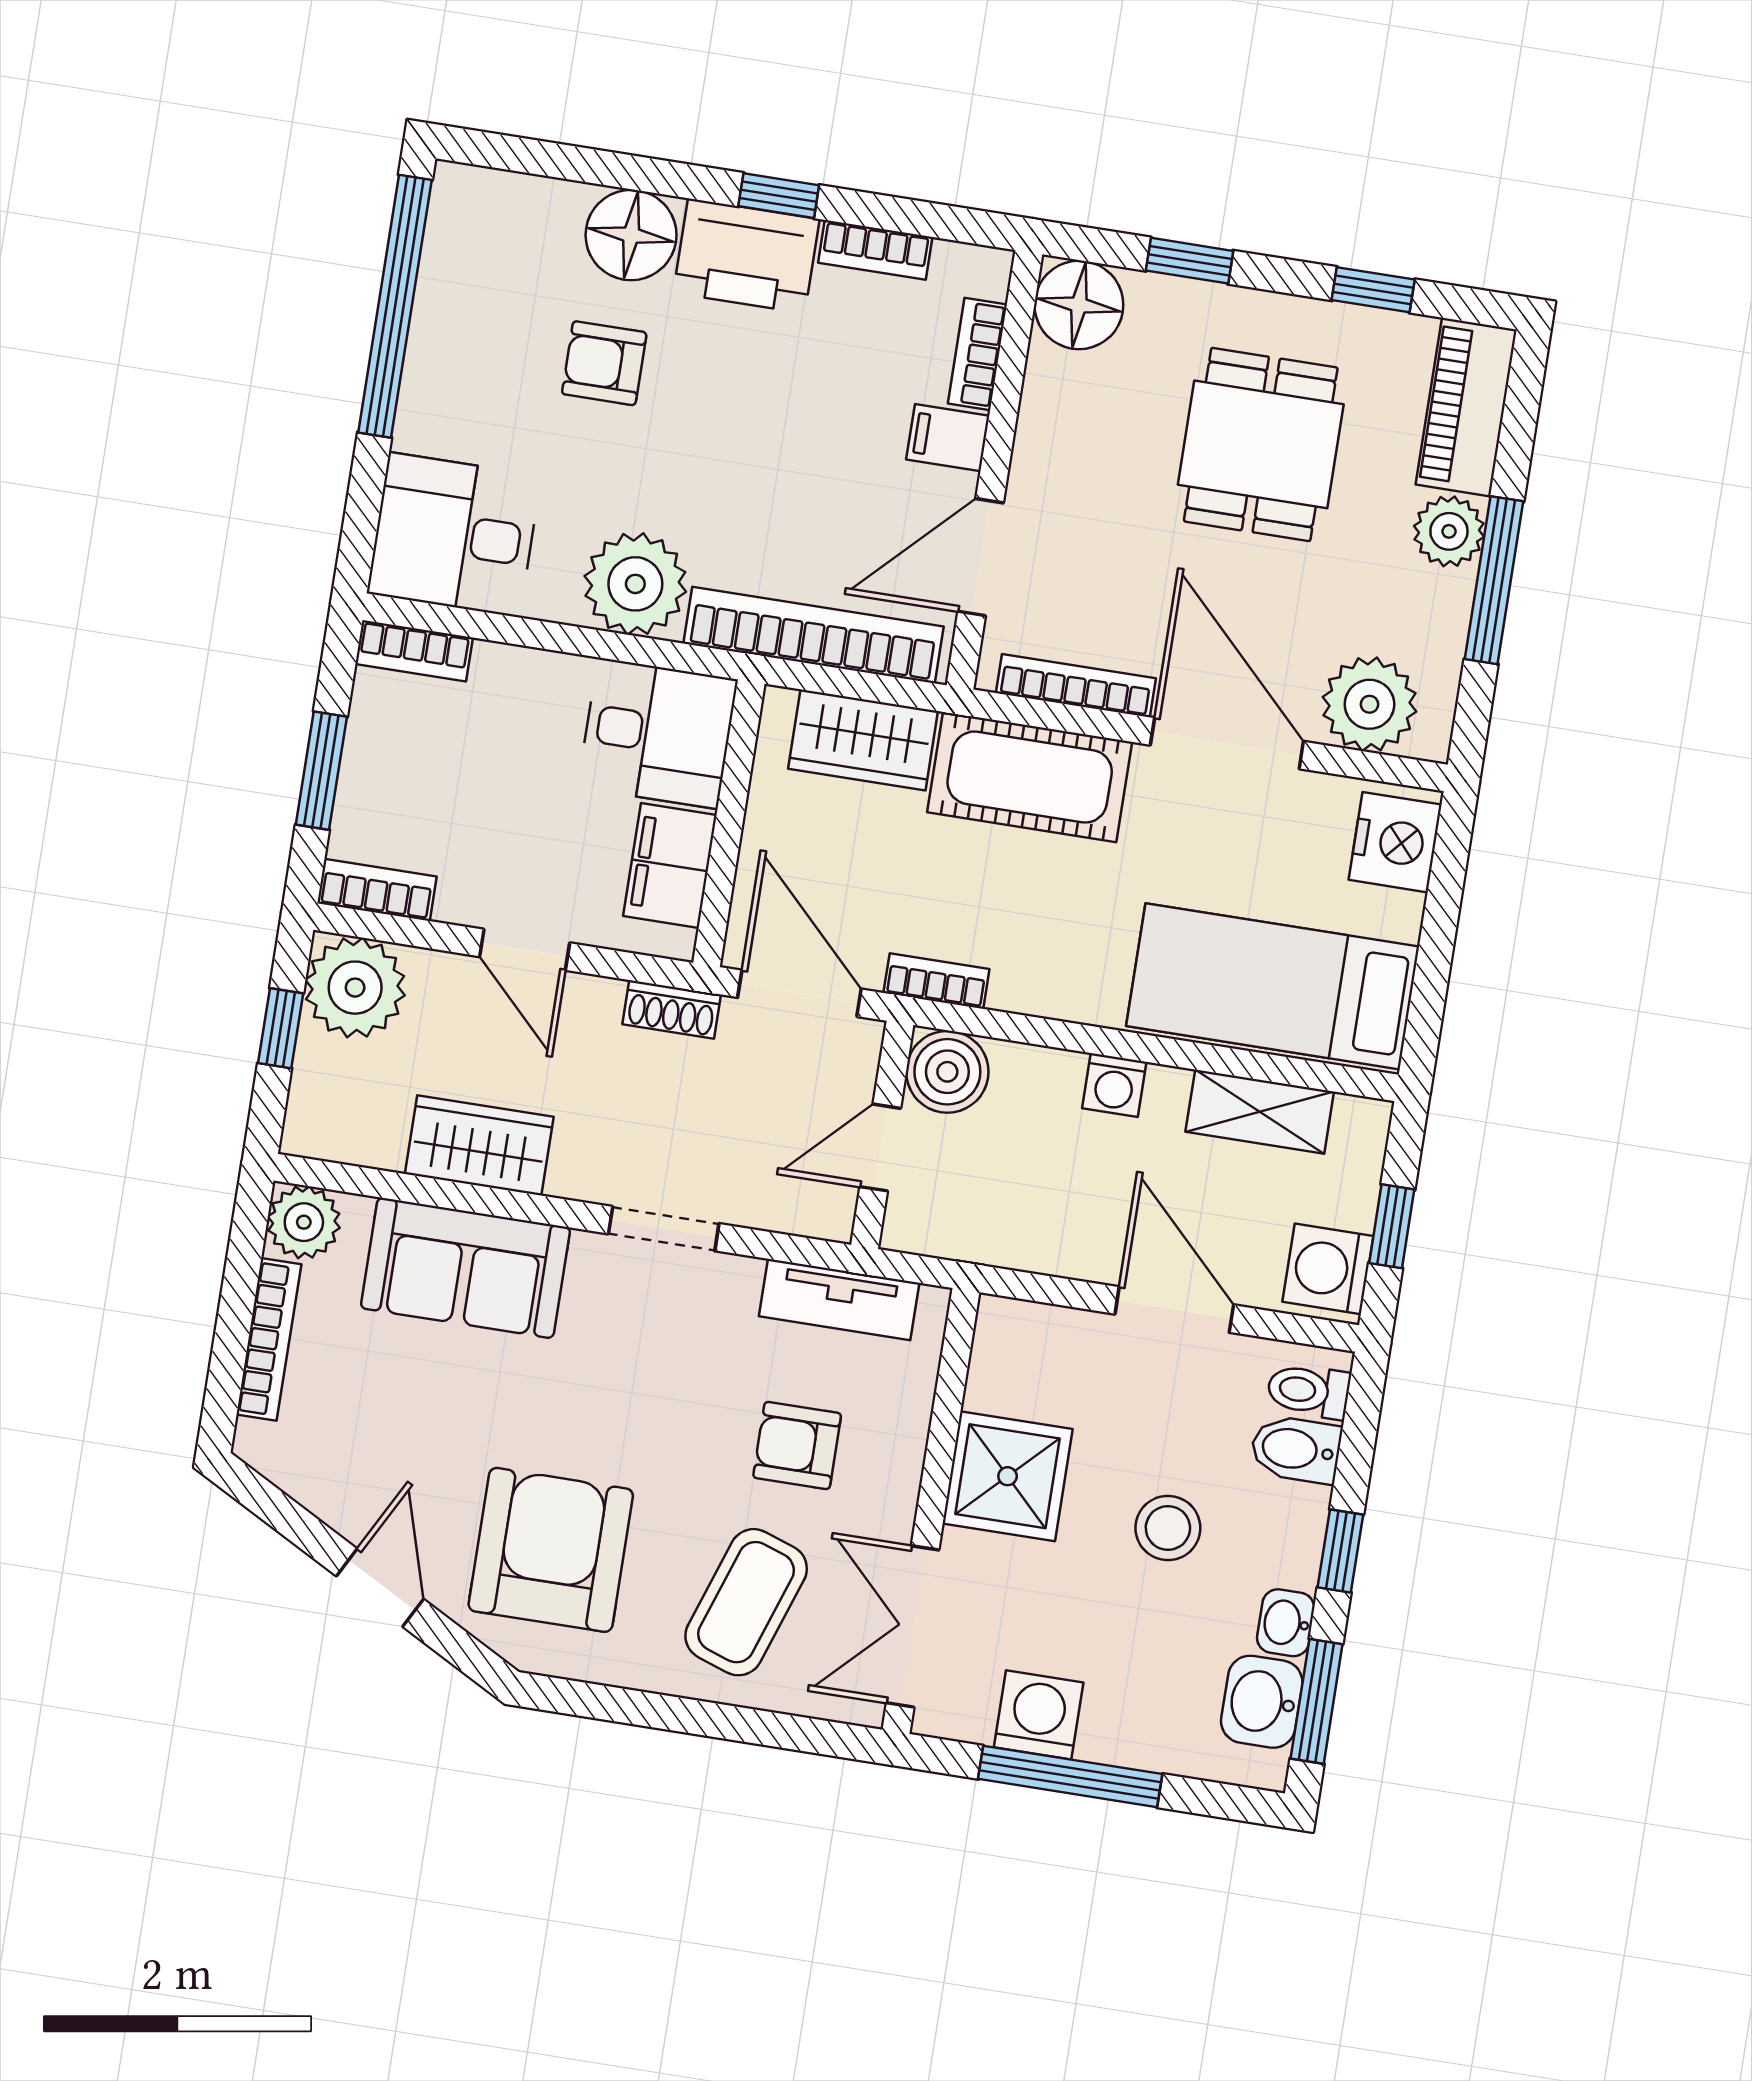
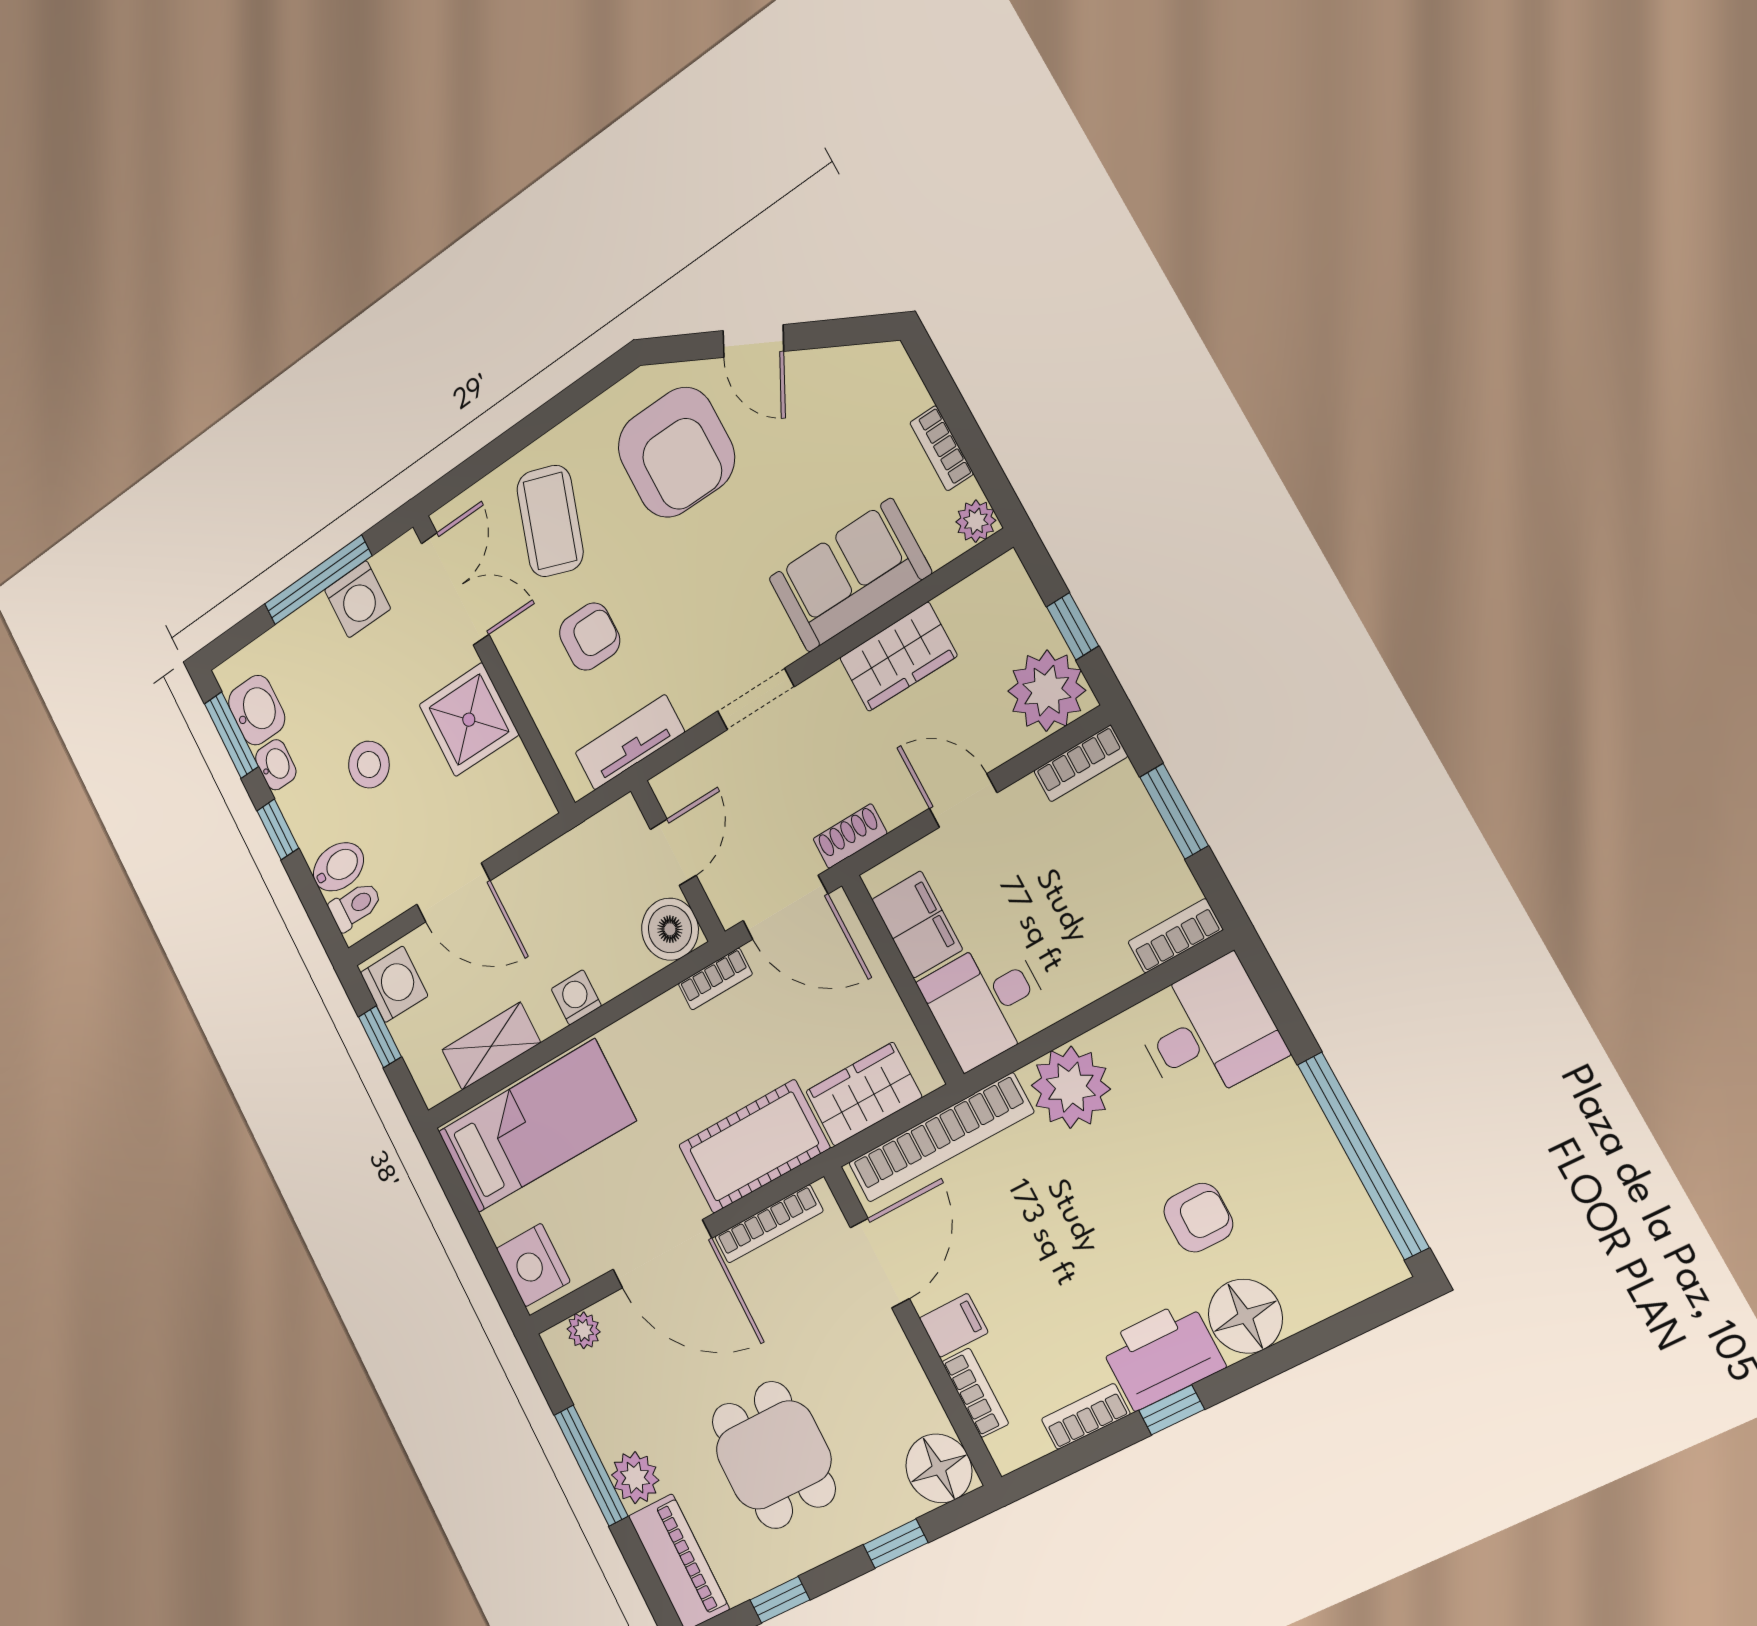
plant: (1369, 704) -> (584, 1330), width x0.53, depth x0.53
plant: (304, 1222) -> (976, 521), width x0.73, depth x0.73
bookcase: (269, 1339) -> (942, 448), width x0.64

